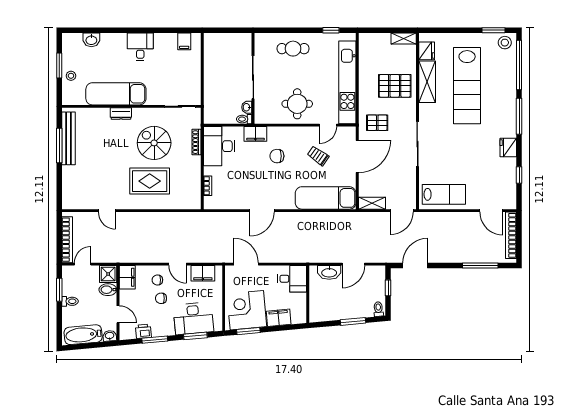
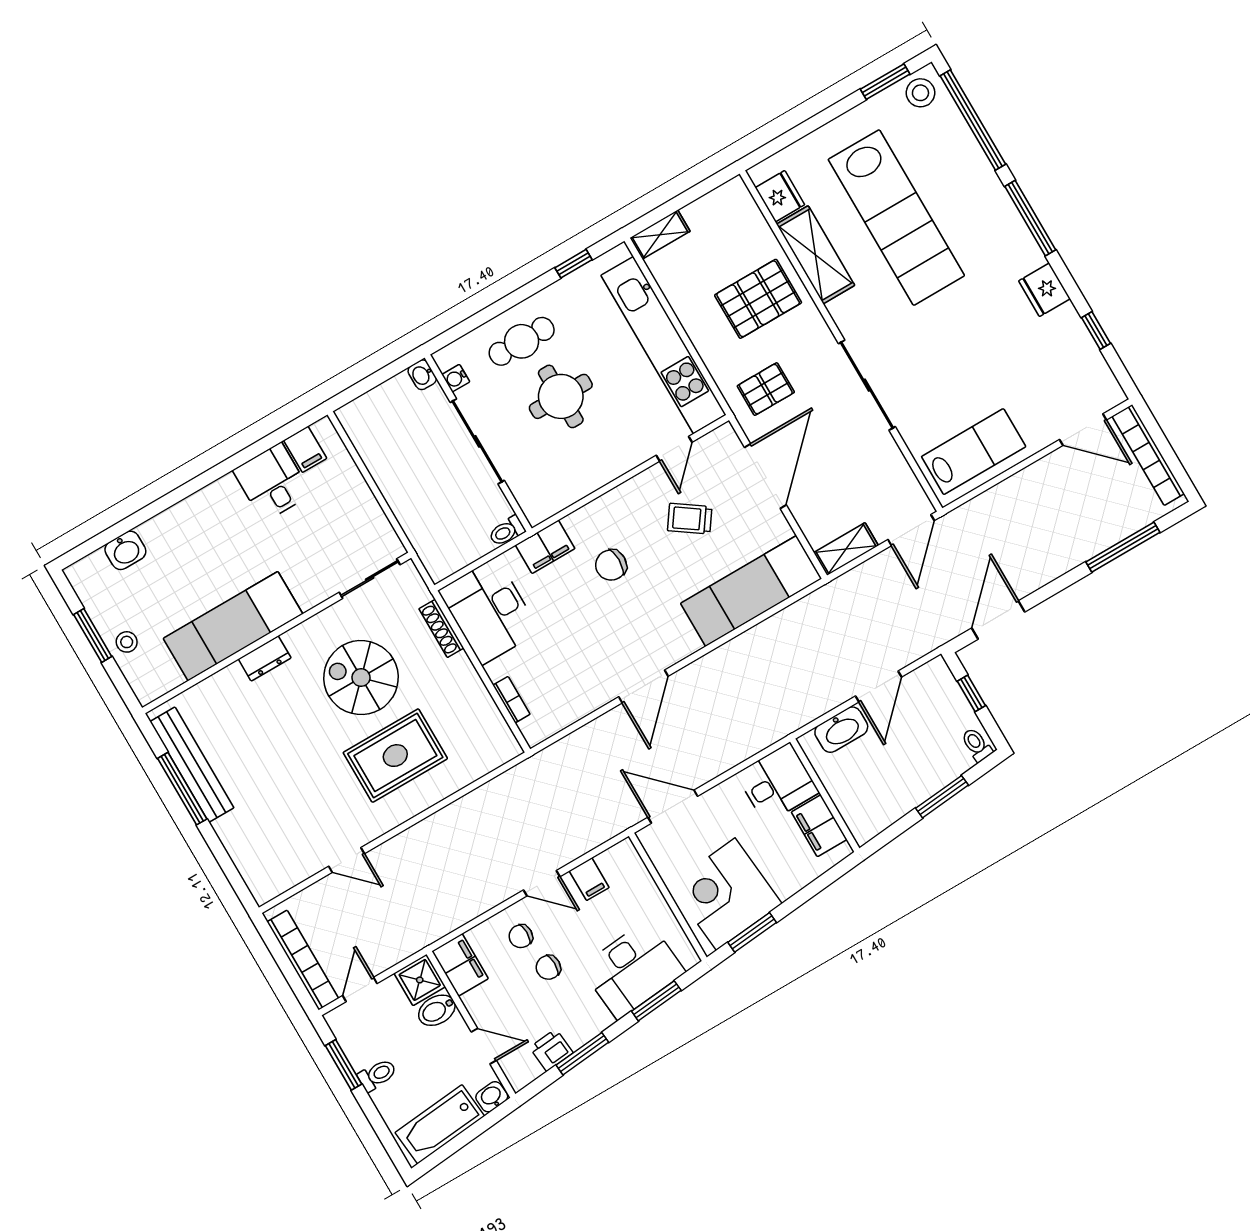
shelving: (404, 38) -> (660, 235), moved
desk: (140, 47) -> (272, 482), moved
water cooler: (259, 48) -> (456, 378), added
round table: (297, 104) -> (561, 396), moved
washbasin: (247, 107) -> (422, 375), moved
filing cabinet: (203, 273) -> (589, 879), width x0.50
filing cabinet: (279, 318) -> (819, 826), moved, turned -85

